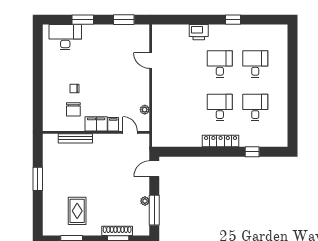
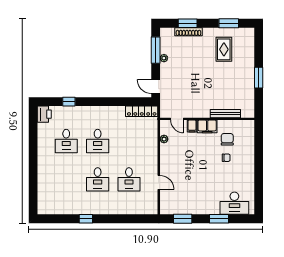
printer: (199, 32) -> (44, 114), moved, turned 90
desk: (255, 64) -> (129, 179), moved
locker: (221, 141) -> (142, 111), moved
door: (154, 169) -> (156, 87), swing flipped

